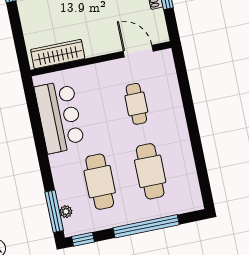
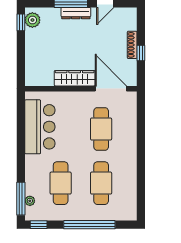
door: (138, 51) -> (111, 89), width x1.36
wardrobe: (58, 54) -> (75, 78), moved
cafe table: (136, 104) -> (101, 129), width x1.37, depth x1.35

